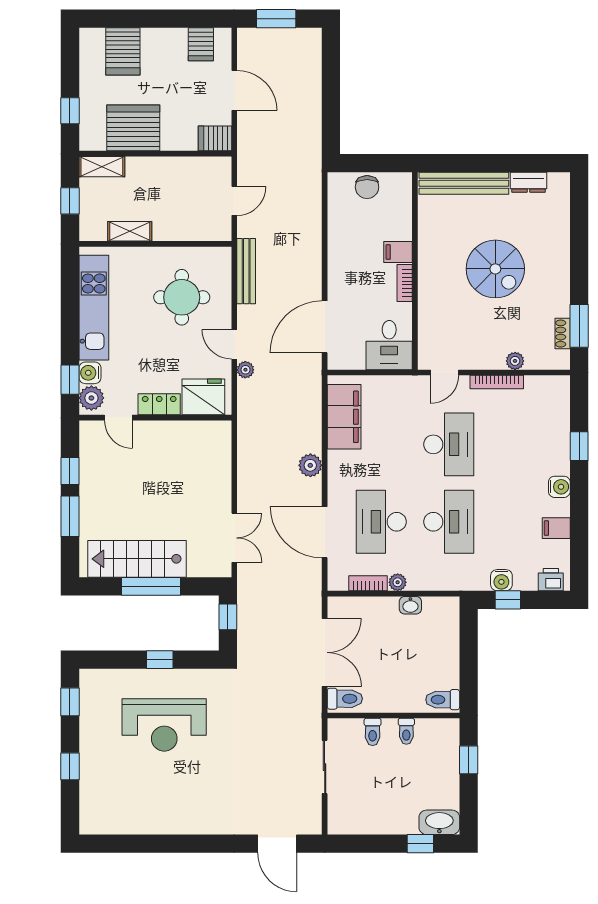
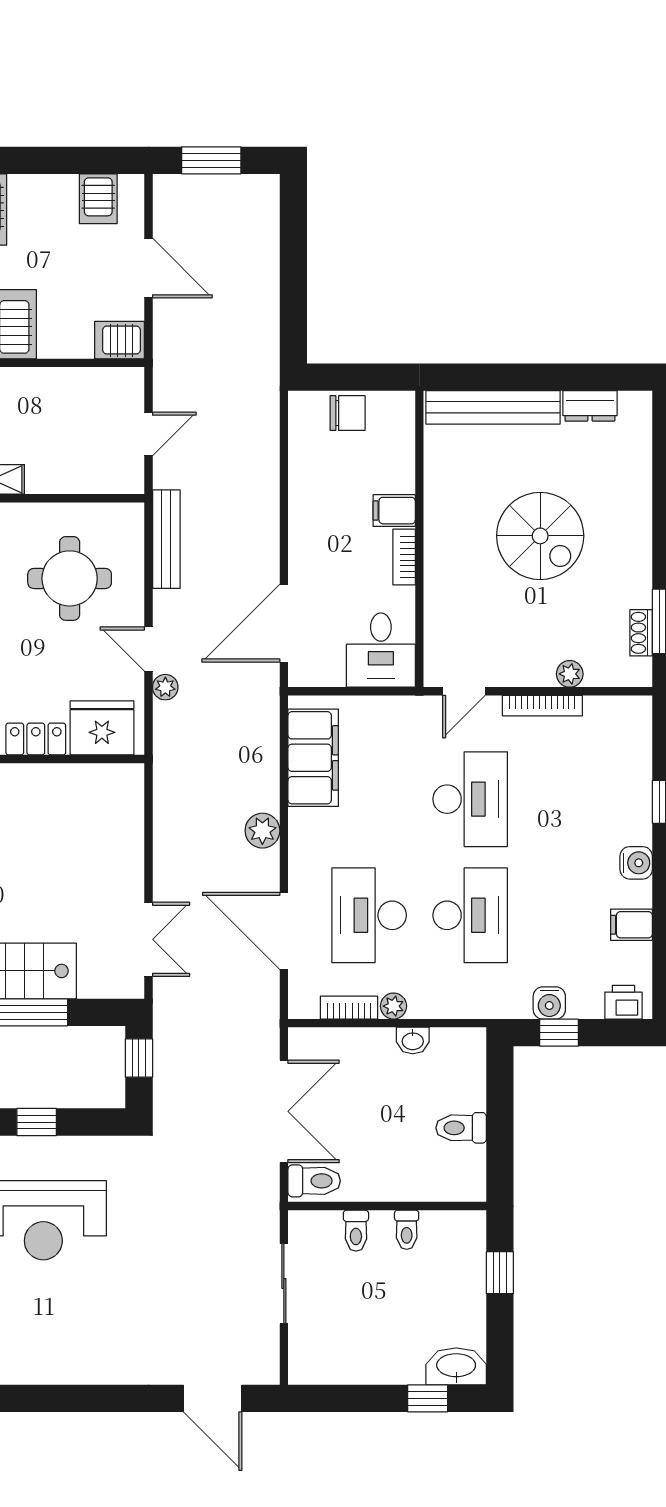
chair: (367, 187) -> (348, 413), turned -90
toilet: (443, 700) -> (461, 1128), moved

